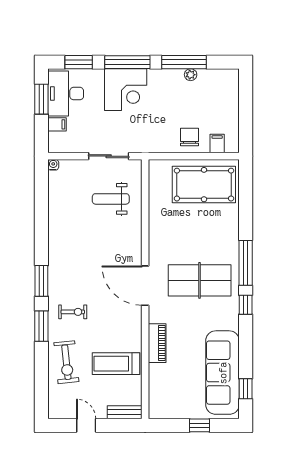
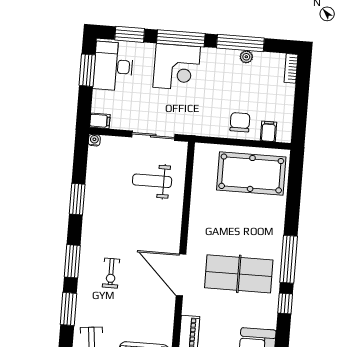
bookcase: (234, 82) -> (291, 68), added
filing cabinet: (57, 124) -> (100, 121), moved
window: (41, 222) -> (77, 199), added
exercise bike: (73, 312) -> (111, 273), moved, turned 90

